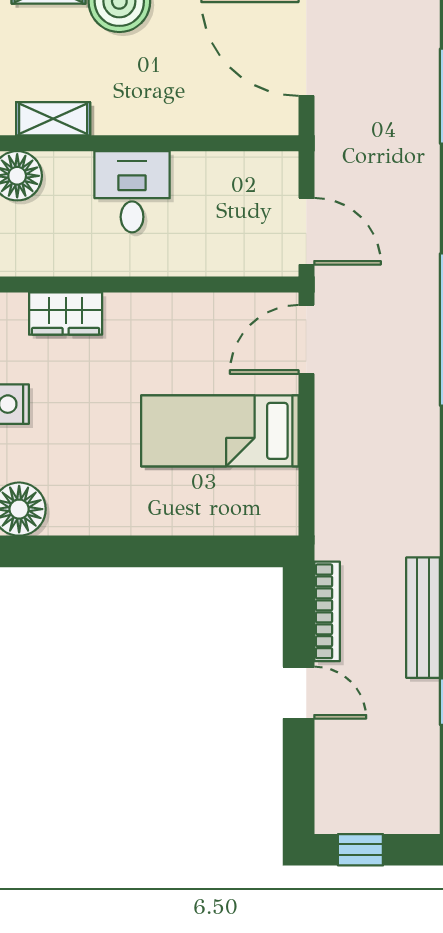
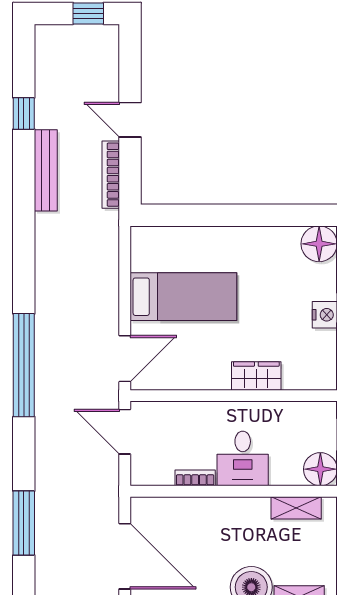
bookcase: (202, 163) -> (195, 478), added
wardrobe: (66, 314) -> (256, 376), moved

